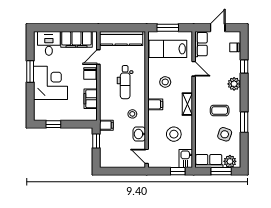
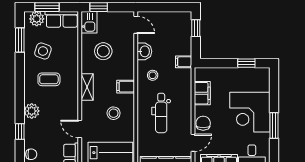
dental chair: (125, 82) -> (161, 113), turned 180
window: (244, 122) -> (20, 40), moved
window: (96, 141) -> (196, 28), moved

